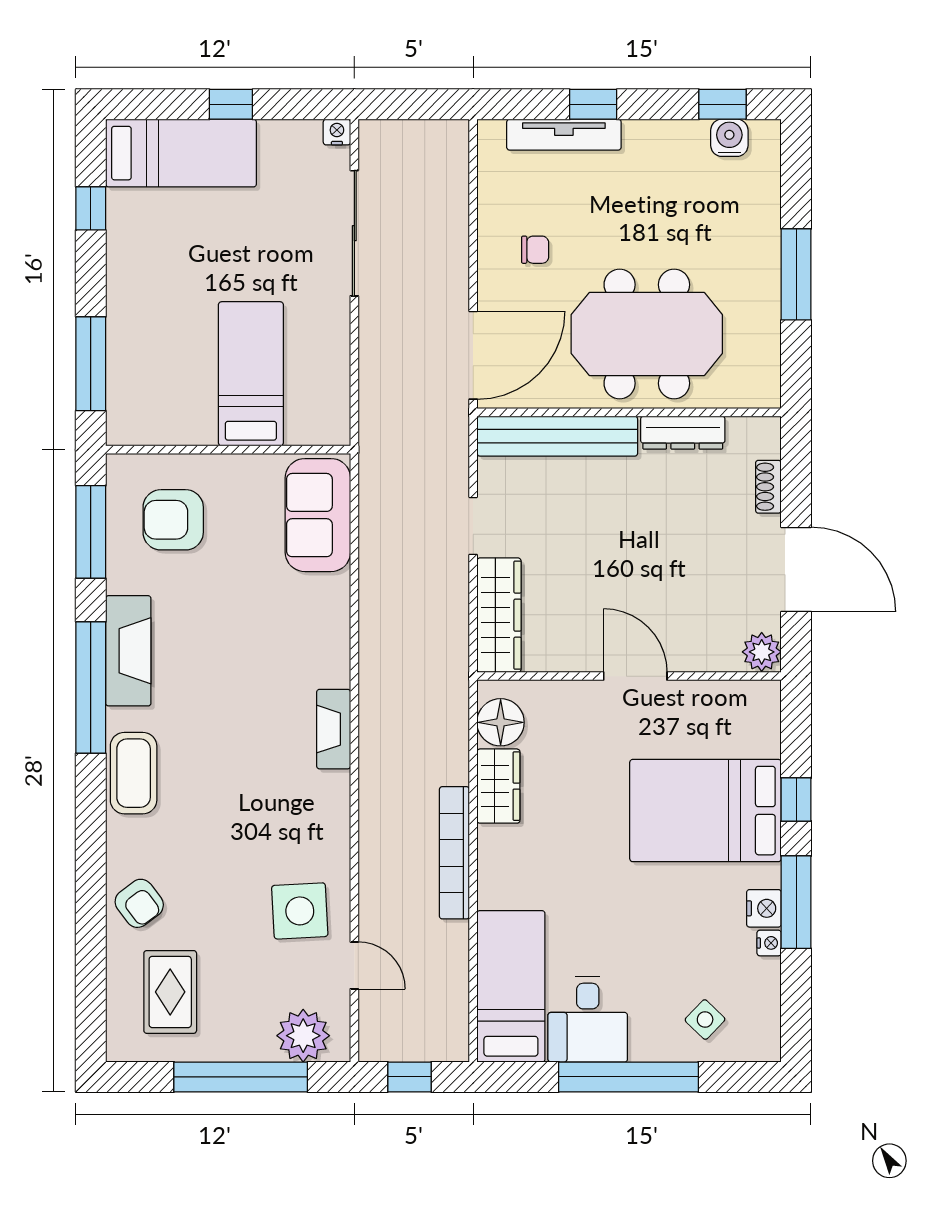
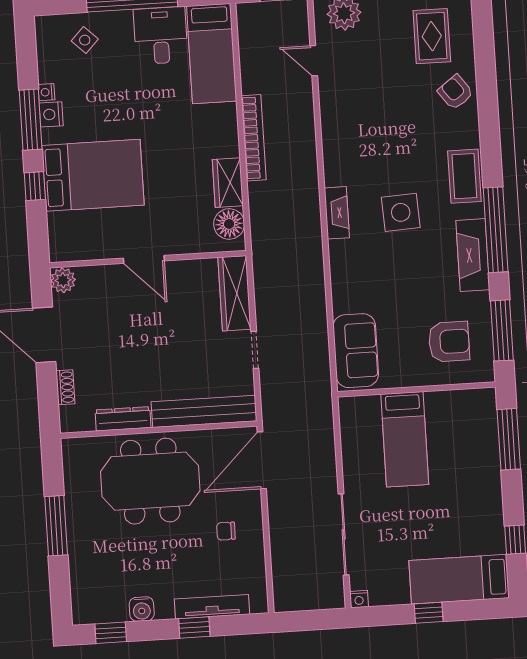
water cooler: (729, 138) -> (142, 609), moved
side table: (300, 911) -> (401, 212), moved

